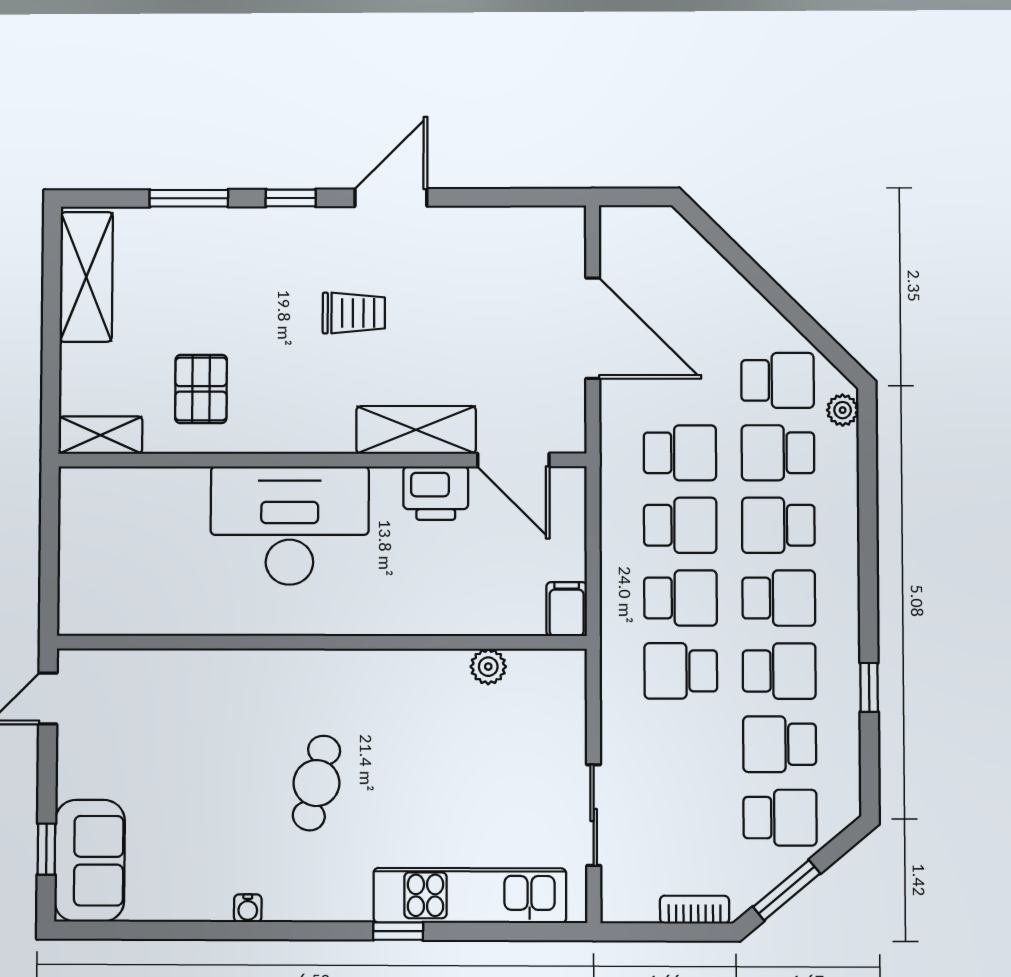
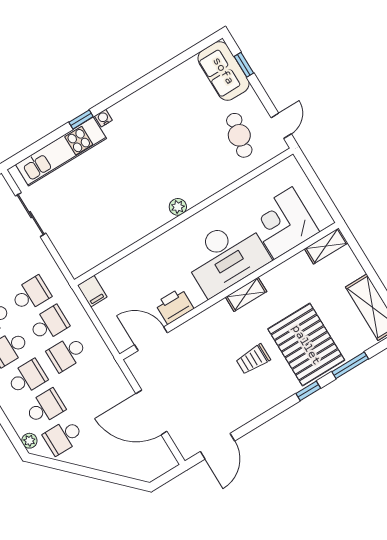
door: (391, 198) -> (218, 446), moved
pallet: (201, 389) -> (306, 345), moved, width x2.05, depth x2.00
shelving: (416, 430) -> (246, 294), moved, width x0.67, depth x0.75
school desk: (680, 453) -> (85, 383), removed
corner desk: (152, 522) -> (283, 223), added
school desk: (680, 598) -> (49, 324), turned 180
plant: (488, 667) -> (178, 207), moved
cafe table: (316, 783) -> (239, 135), moved
water cooler: (248, 908) -> (103, 118), moved

